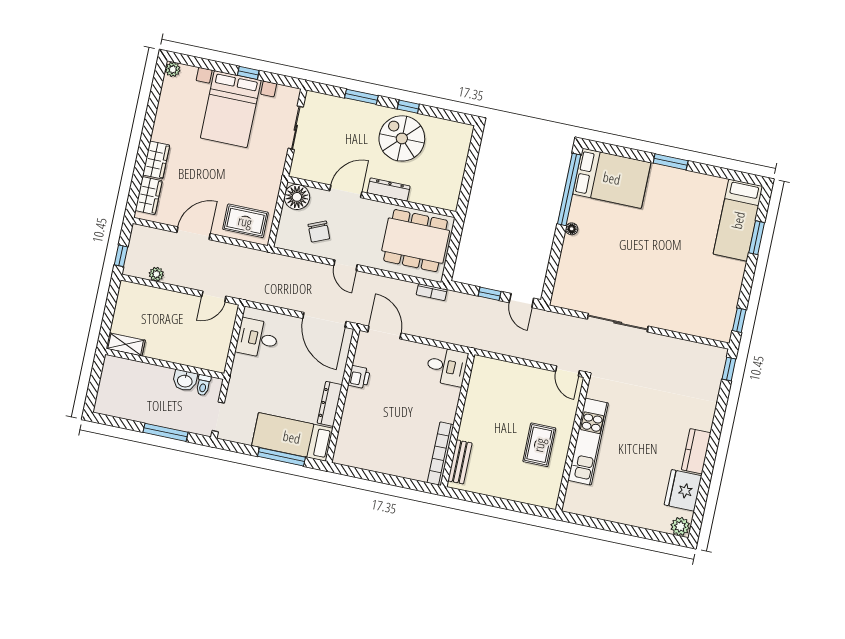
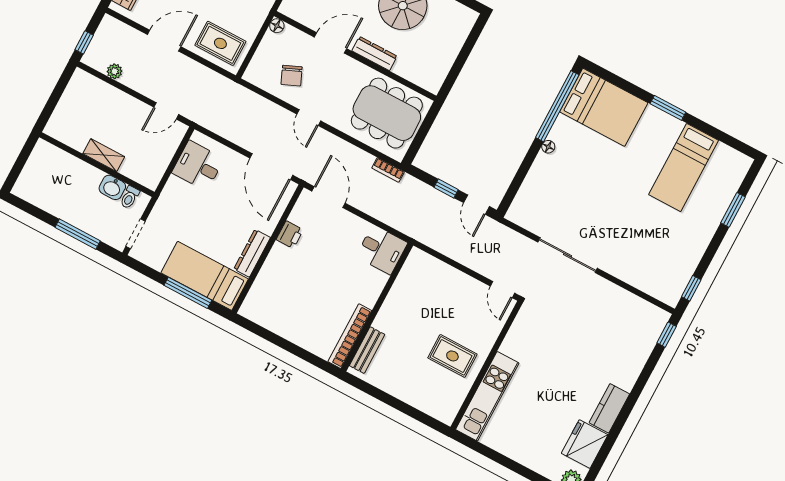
floor lamp: (297, 197) -> (277, 26), width x0.53, depth x0.53
bed: (738, 220) -> (684, 168), moved
shelving: (126, 344) -> (104, 155), moved
kitchen unit: (588, 442) -> (487, 396), moved
rug: (539, 445) -> (452, 356), turned 90

